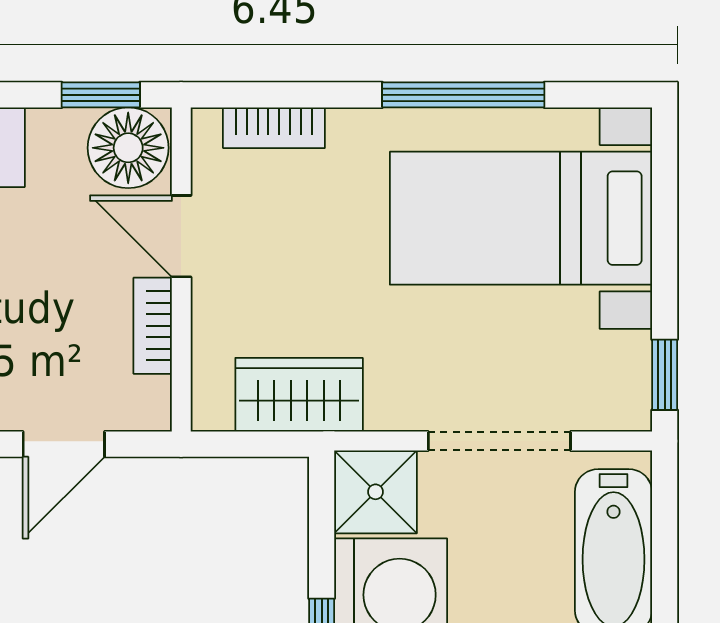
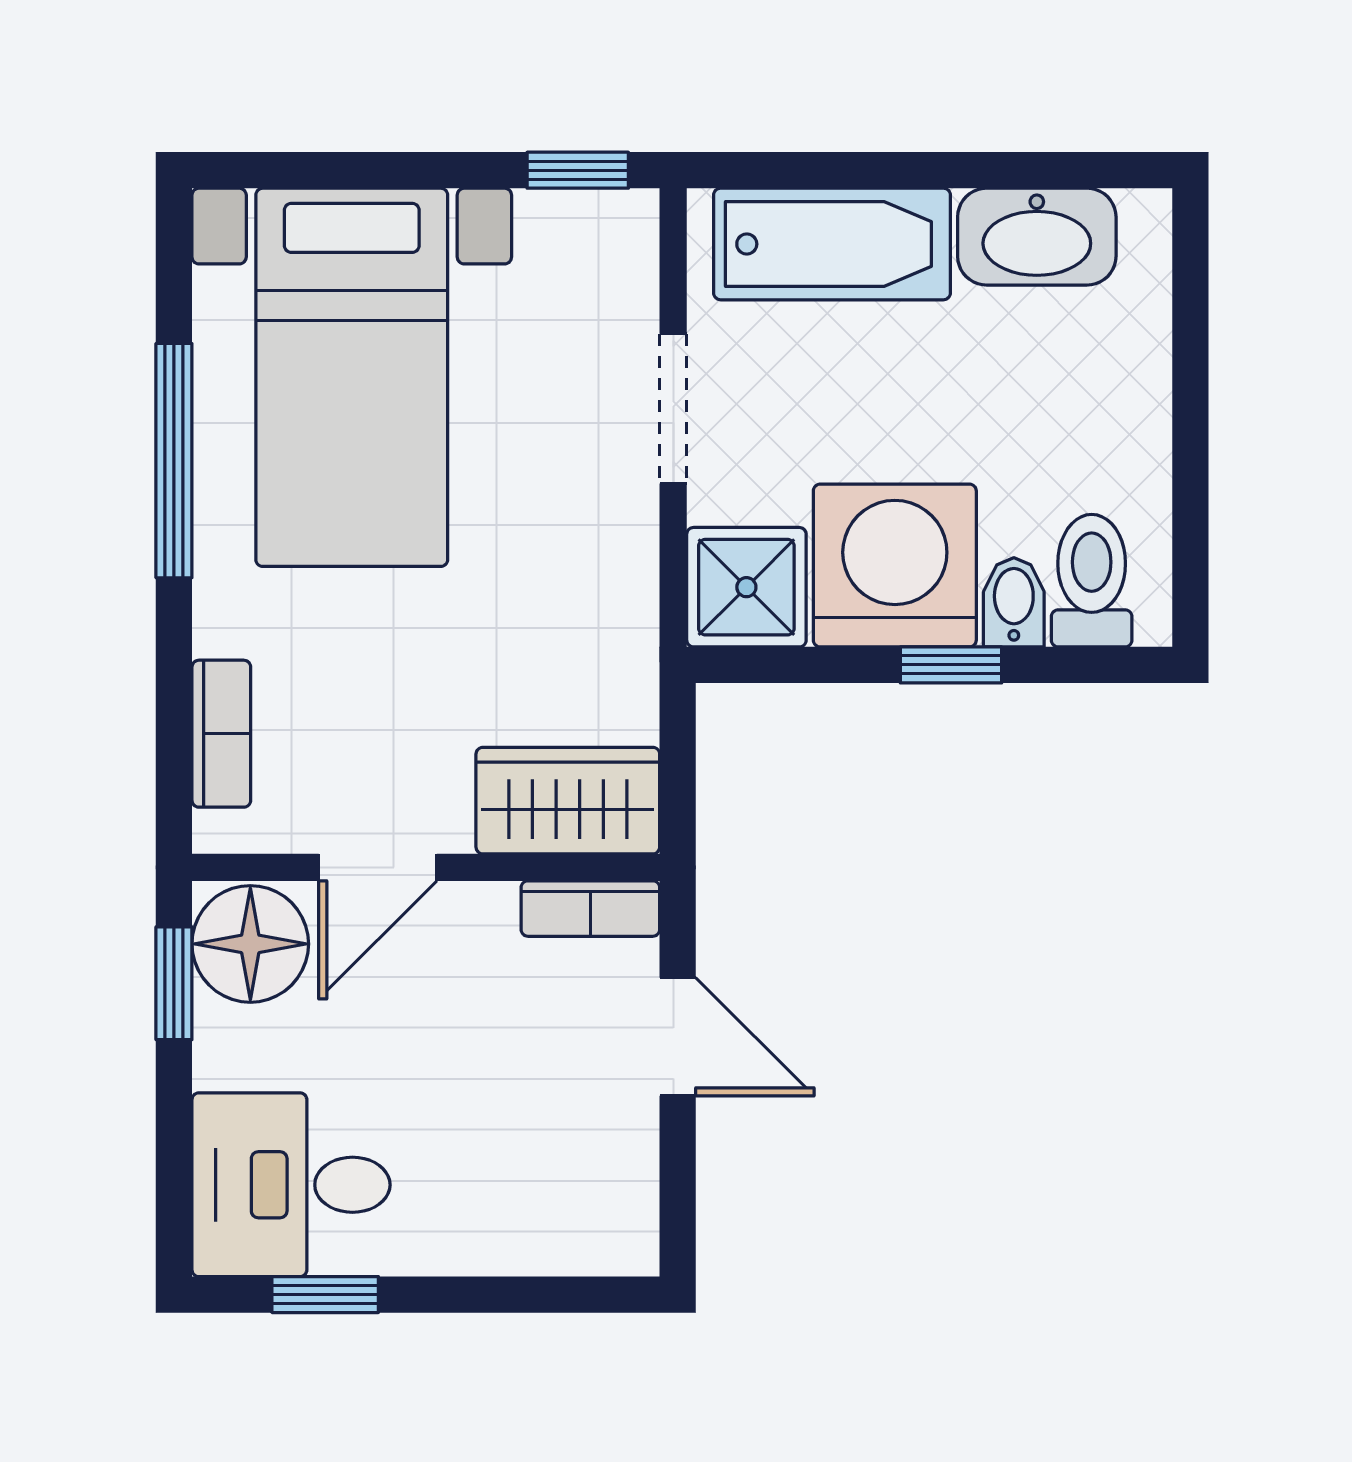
bookcase: (153, 326) -> (590, 909), moved
wardrobe: (299, 395) -> (568, 801), moved, turned 90
doorway: (499, 441) -> (673, 409), width x0.73

